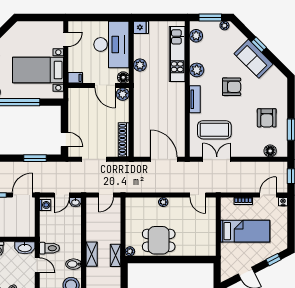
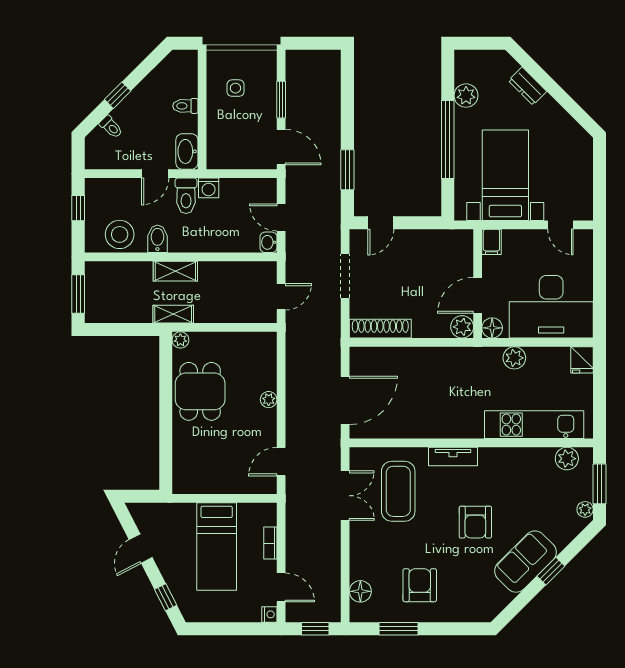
plant: (197, 70) -> (505, 460), removed
armchair: (267, 118) -> (420, 585), turned 90
door: (106, 195) -> (281, 297), swing flipped
washing machine: (45, 205) -> (209, 188), moved

